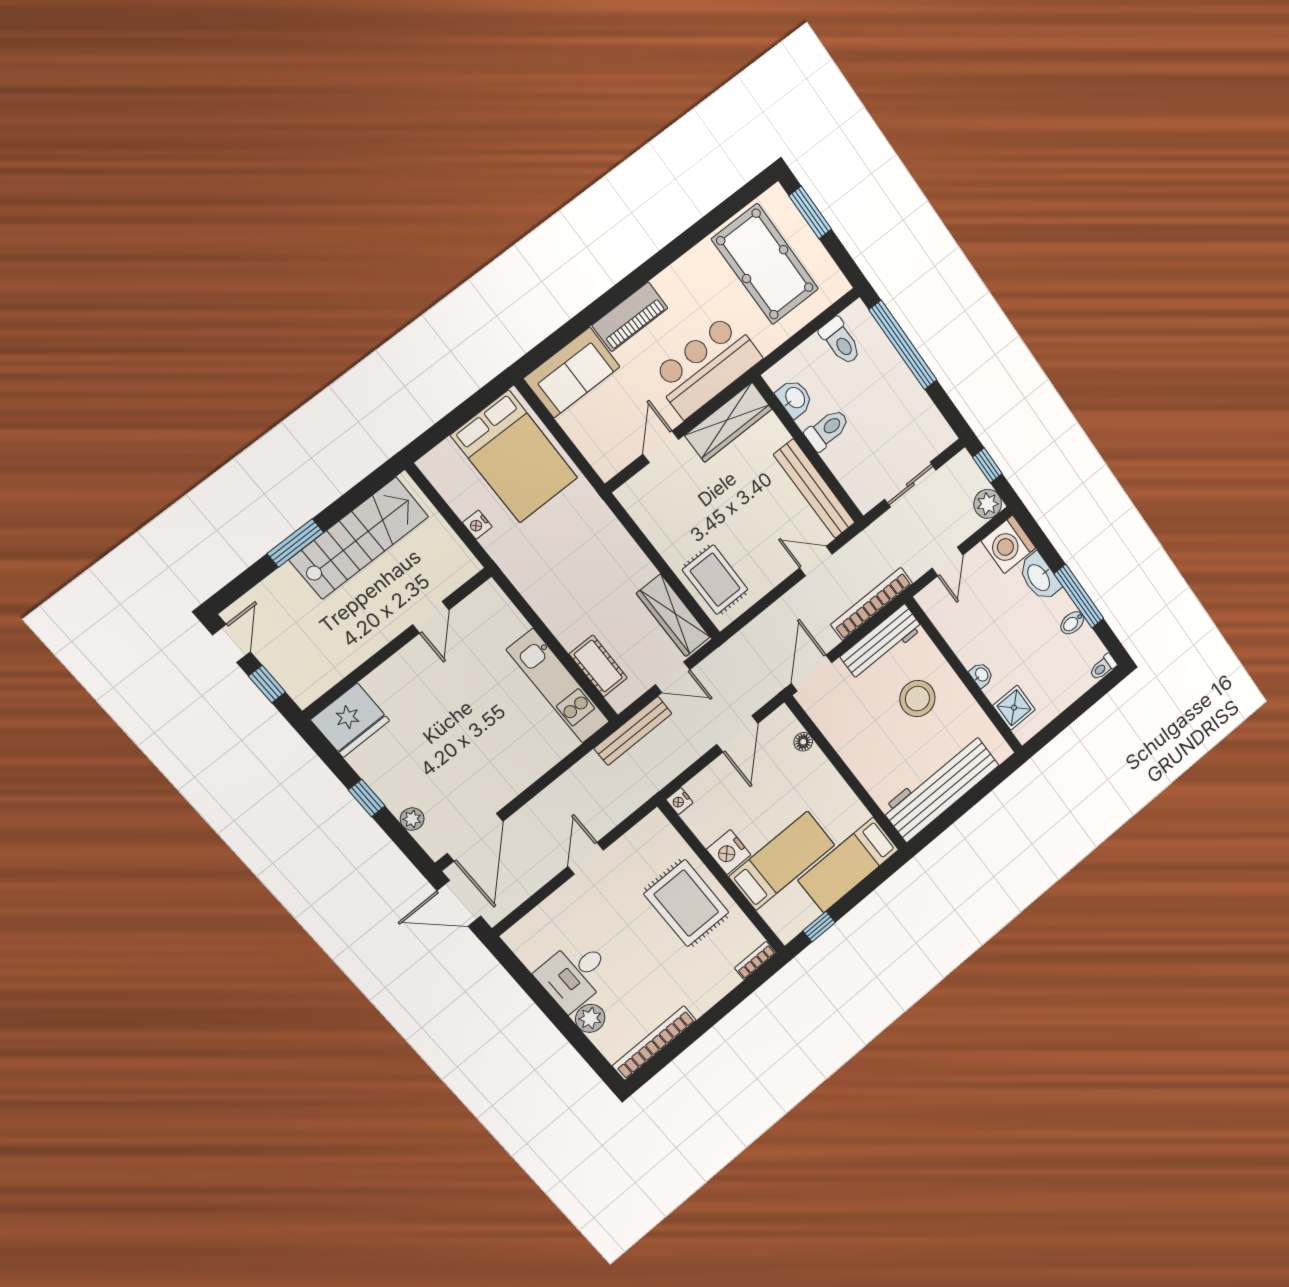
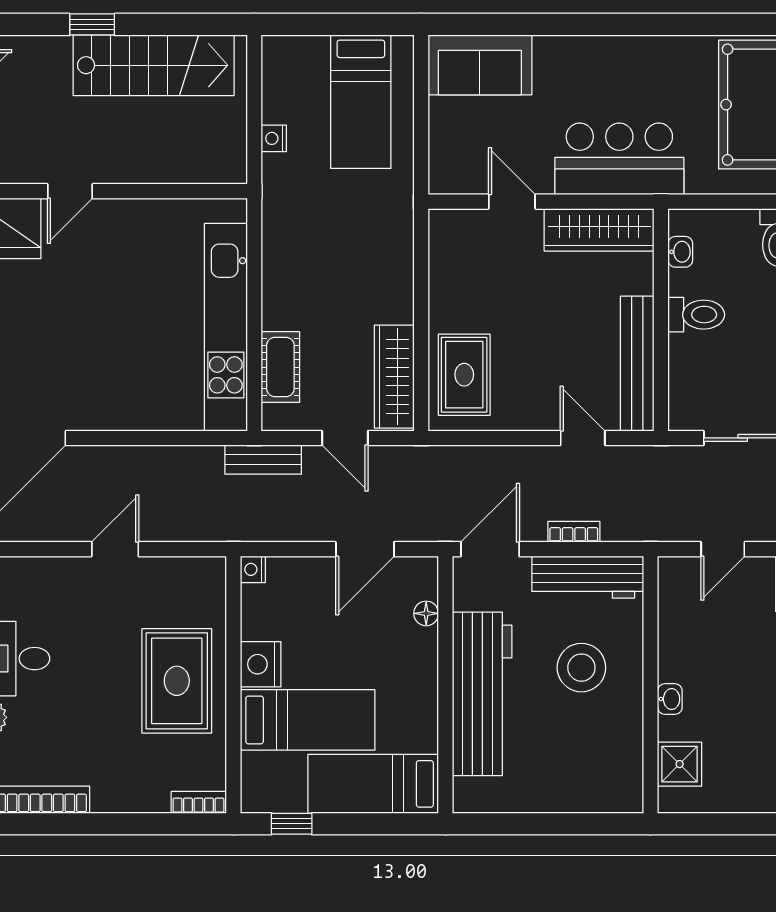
piano: (630, 317) -> (579, 55), removed
washbasin: (795, 398) -> (680, 252), width x0.72, depth x0.69
door: (661, 447) -> (512, 202), hinge flipped
bed: (514, 457) -> (361, 102), width x0.67
window: (295, 543) -> (92, 24), width x0.67
bookcase: (872, 604) -> (574, 532), width x0.43, depth x0.76
door: (431, 617) -> (70, 191), moved
kitchen unit: (558, 686) -> (226, 327), width x1.36
bench: (633, 731) -> (263, 460), width x0.73
workbench: (940, 787) -> (482, 694), moved, turned 90

